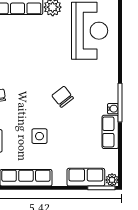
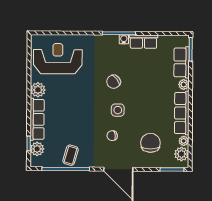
side table: (39, 136) -> (118, 110), moved
plant: (112, 180) -> (184, 84), moved

